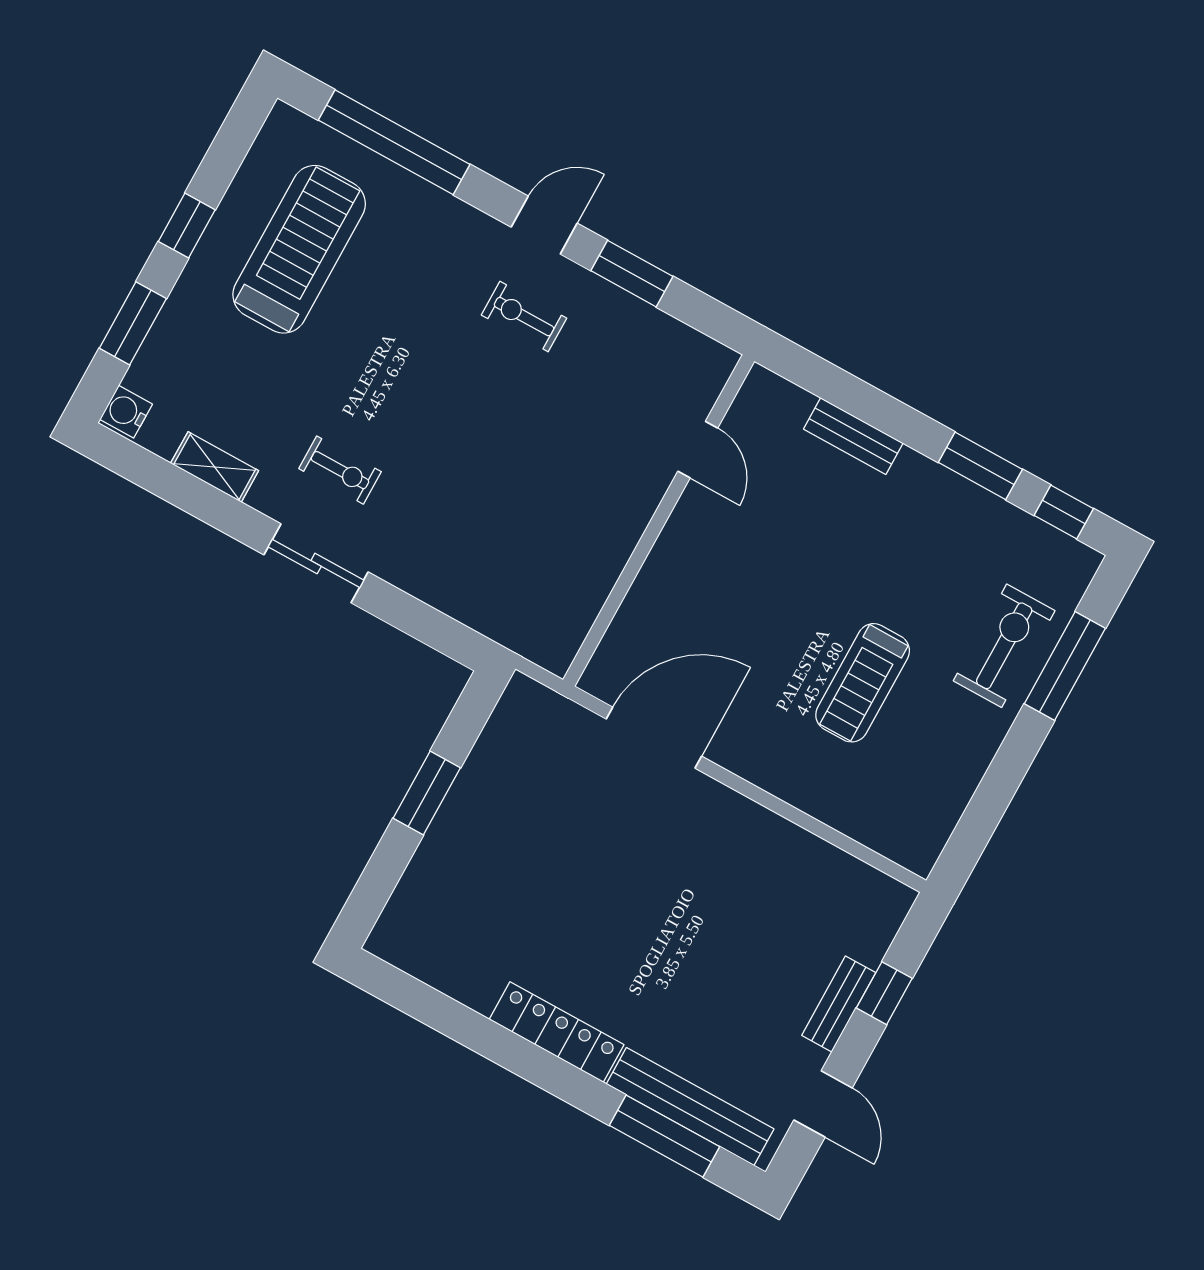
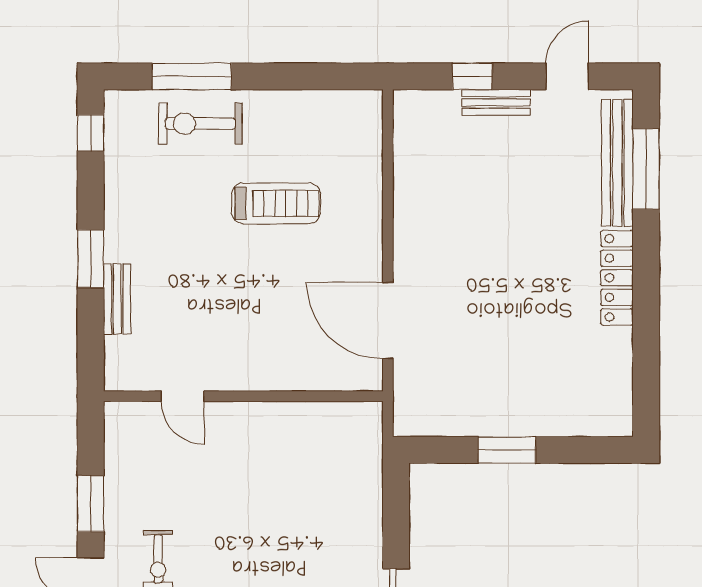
door: (698, 450) -> (183, 396), swing flipped
window: (980, 466) -> (91, 259), moved

